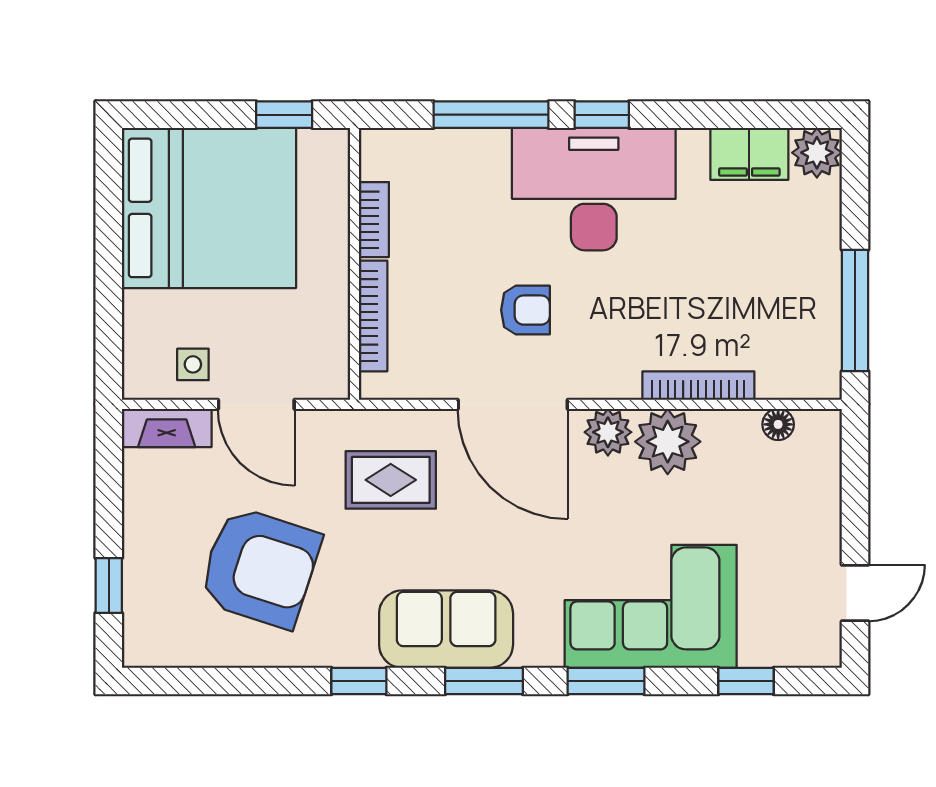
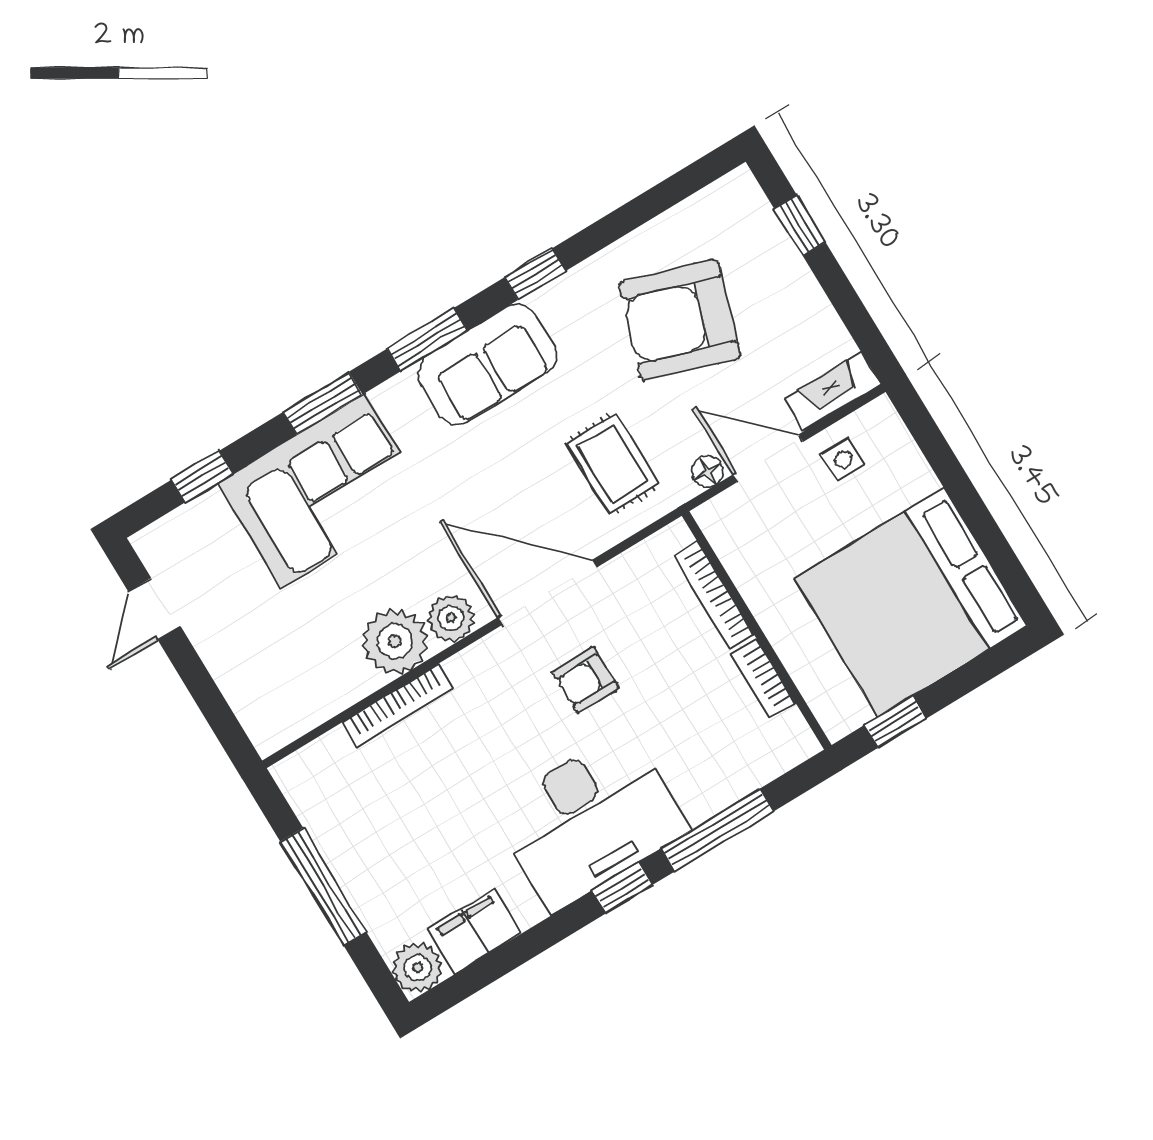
window: (855, 310) -> (323, 887), moved
floor lamp: (778, 424) -> (707, 471), moved
rug: (391, 480) -> (613, 464), turned 90

